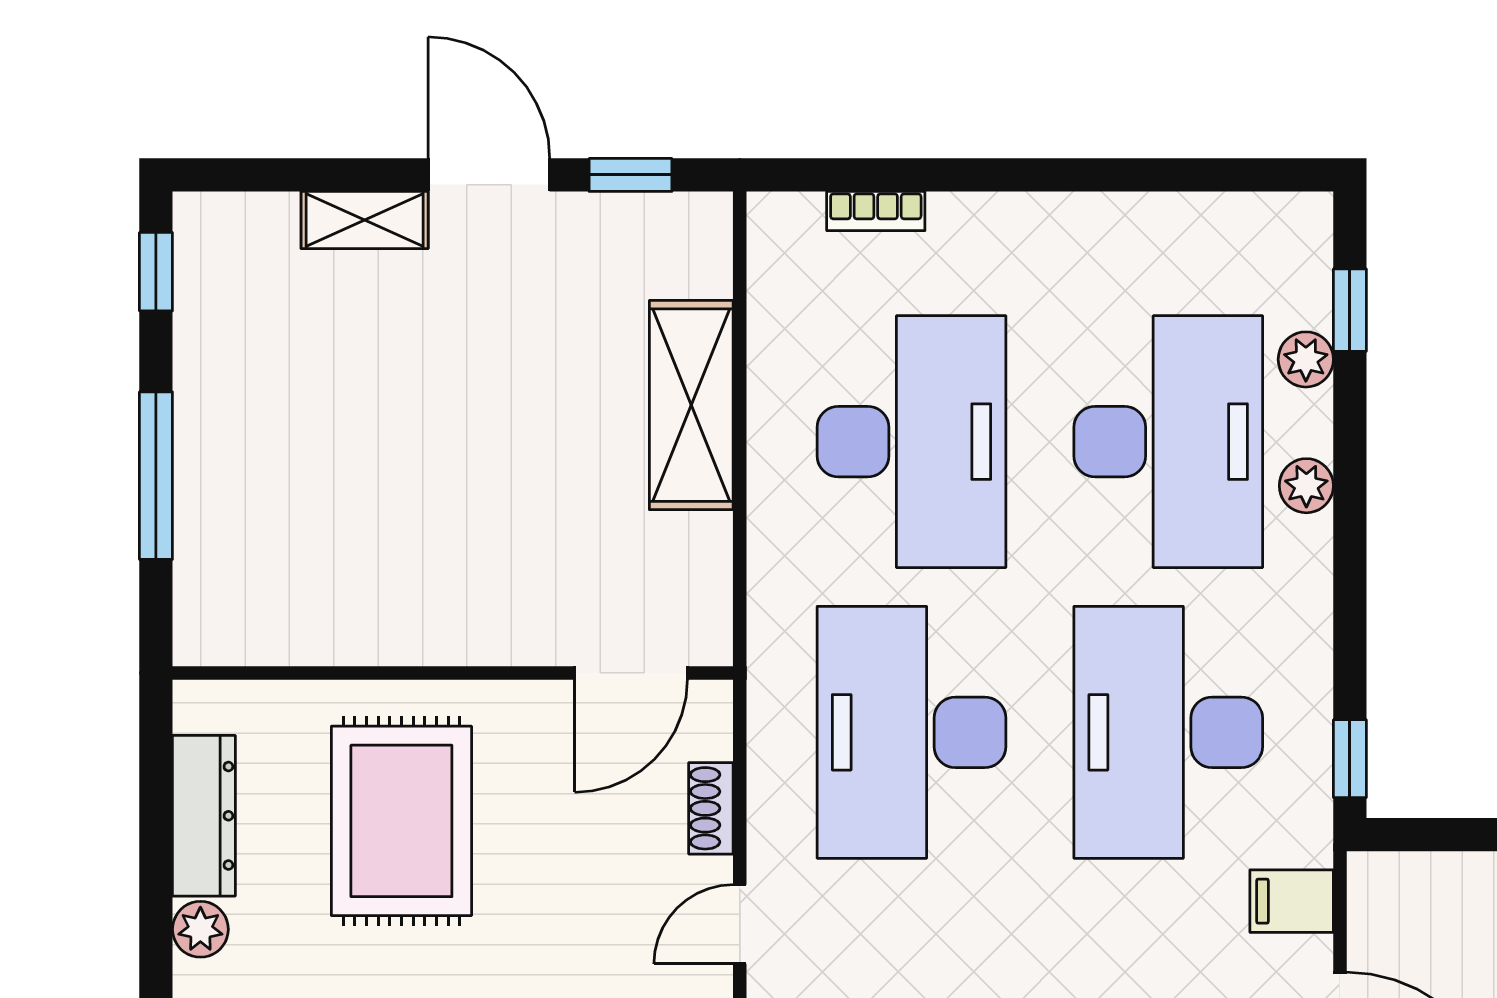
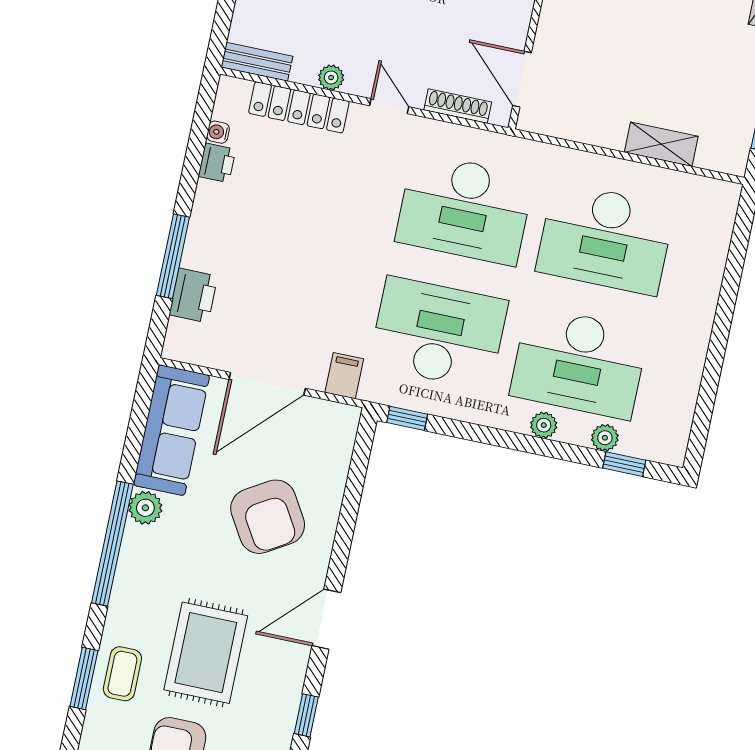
bookcase: (876, 211) -> (721, 245), removed
shelving: (691, 405) -> (661, 144), width x0.67, depth x0.75
desk: (911, 732) -> (465, 209), turned 180
shoe rack: (711, 808) -> (458, 106), width x1.43

